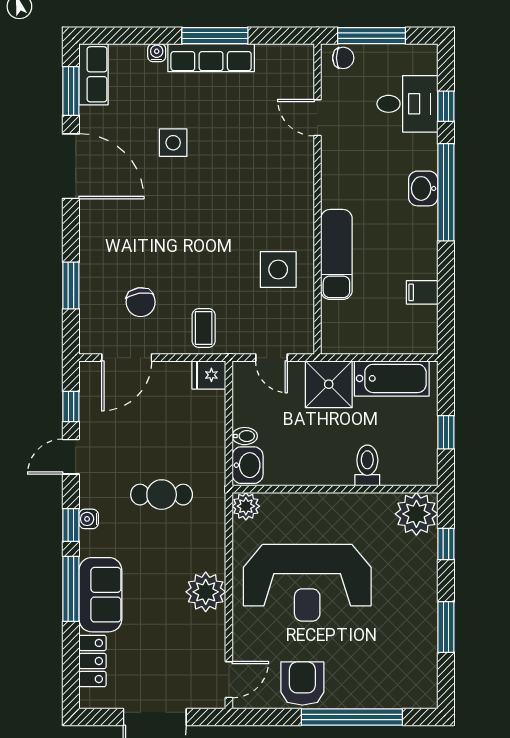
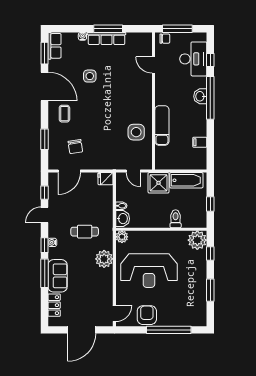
desk: (407, 104) -> (193, 59), width x1.37
coffee table: (204, 328) -> (64, 114), moved
plant: (206, 592) -> (104, 259), moved

